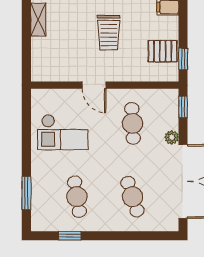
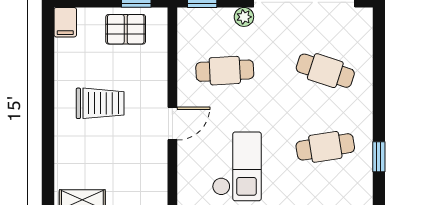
pallet: (163, 51) -> (126, 29), turned 90
cafe table: (133, 197) -> (325, 71), turned 36

